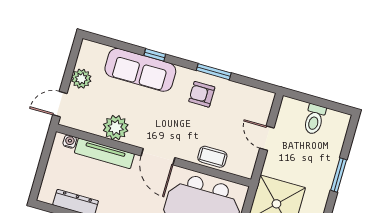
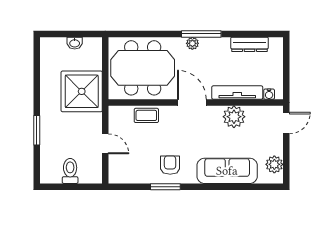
window: (155, 55) -> (219, 187), removed
plant: (81, 79) -> (274, 164), moved
armchair: (202, 94) -> (170, 165), turned -90

